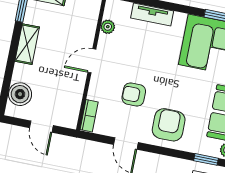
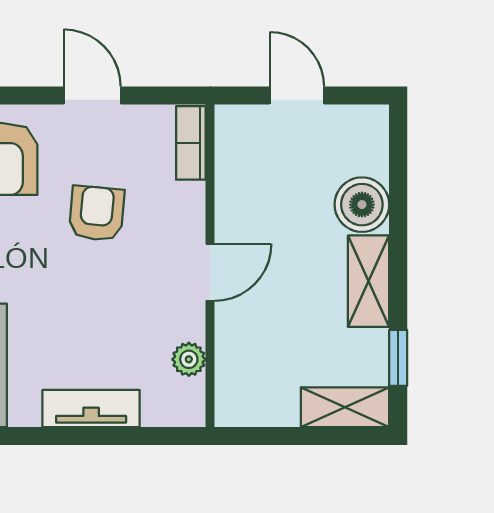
boiler: (20, 94) -> (362, 205), moved
armchair: (134, 94) -> (97, 213), turned -85

